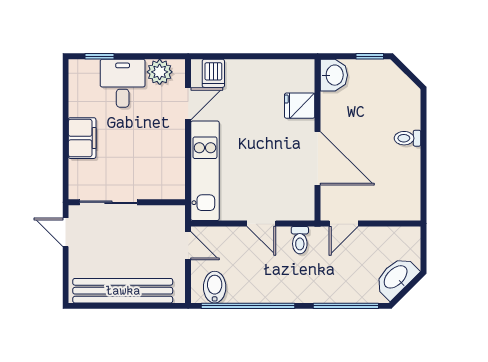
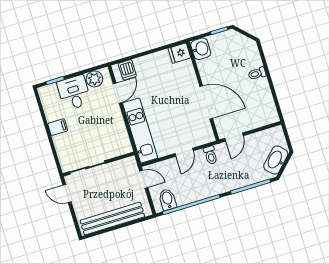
fridge: (300, 106) -> (179, 53), moved
filing cabinet: (82, 138) -> (58, 127), width x0.50
door: (261, 224) -> (184, 152), hinge flipped

